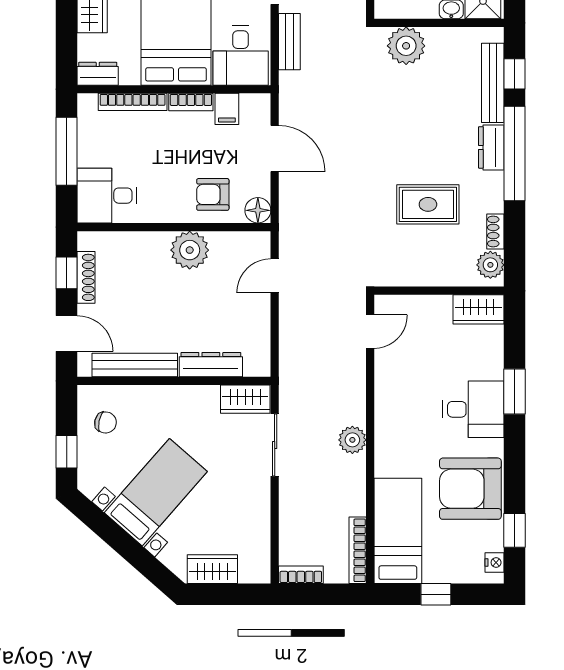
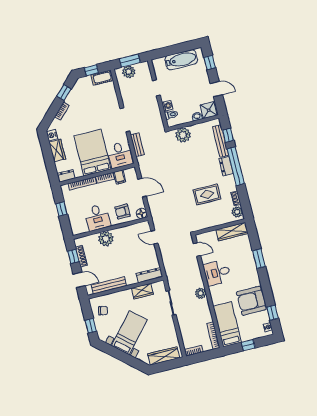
window: (67, 151) -> (61, 209), width x0.46
desk: (107, 196) -> (97, 217), moved, turned -90
plant: (190, 250) -> (106, 239), moved
door: (275, 276) -> (154, 237), hinge flipped
wardrobe: (479, 309) -> (232, 232), width x1.50
door: (370, 332) -> (197, 250), hinge flipped
dresser: (211, 365) -> (149, 275), moved
wardrobe: (245, 399) -> (142, 291), moved
desk: (473, 409) -> (217, 273), moved, turned 180
wardrobe: (212, 569) -> (164, 356), width x1.50

